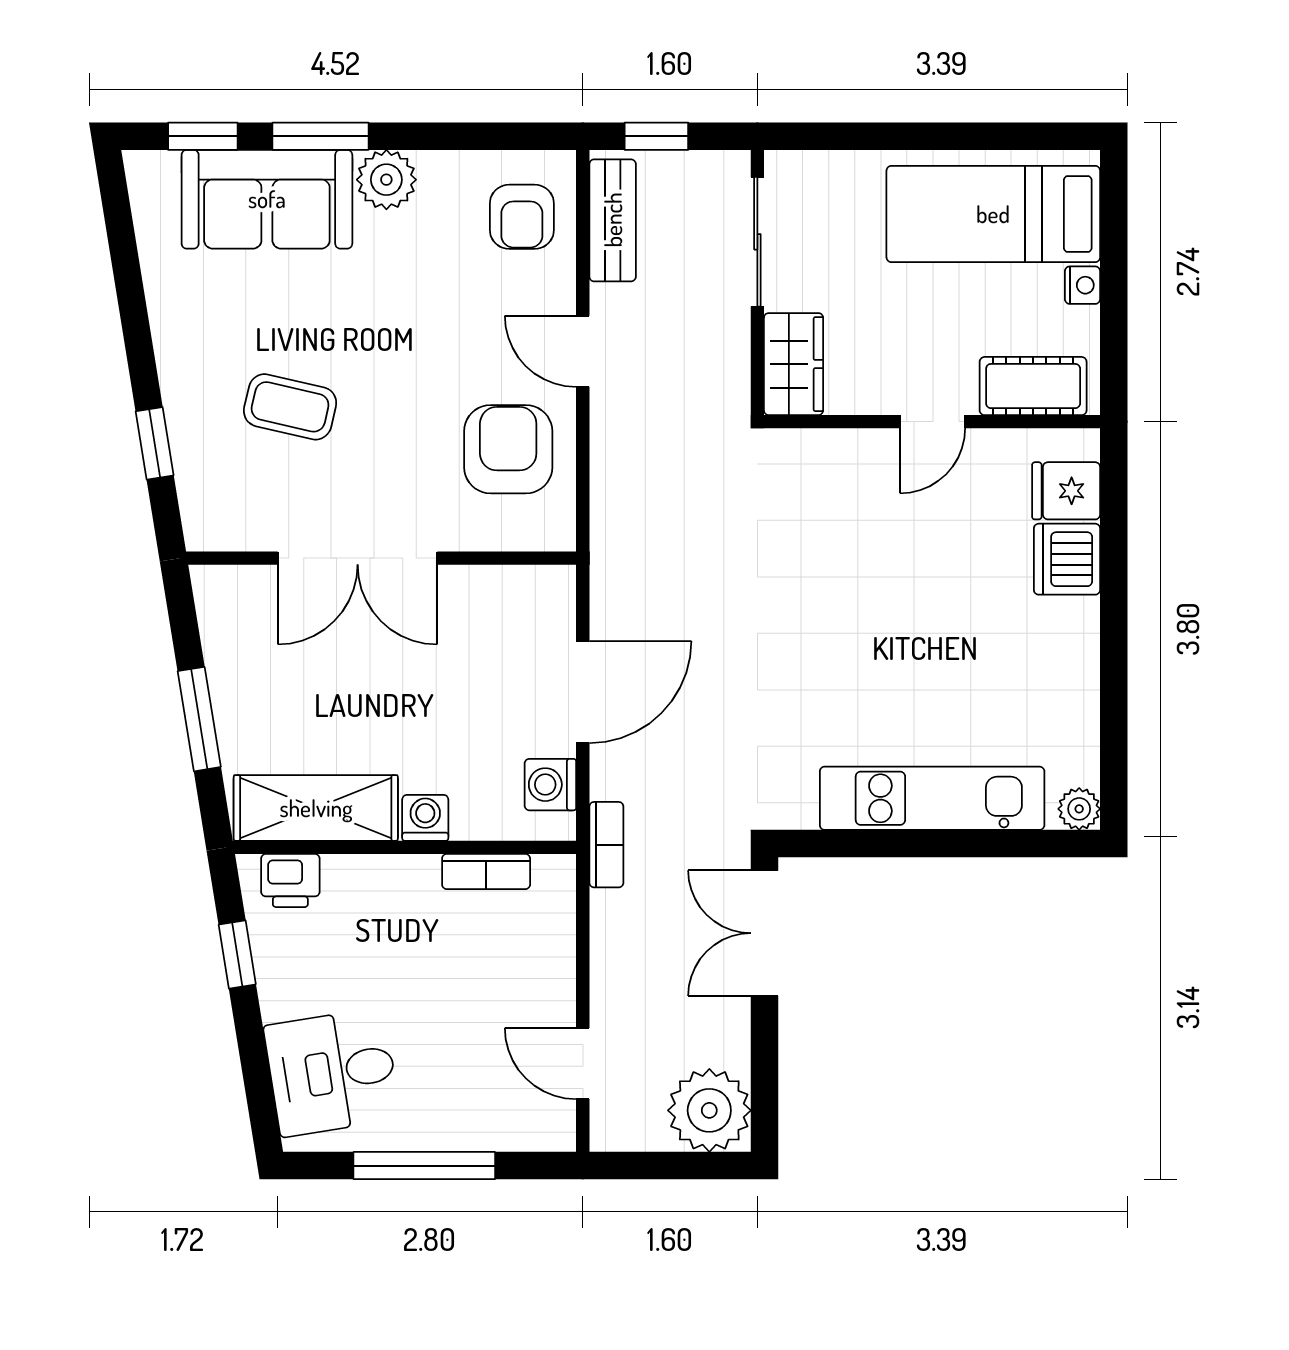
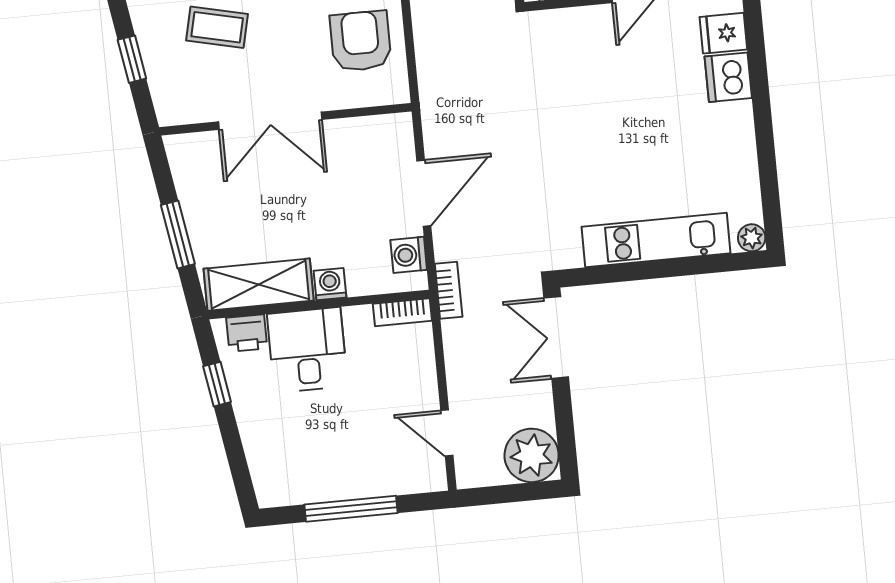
bookcase: (486, 872) -> (402, 312), moved
desk: (332, 1072) -> (307, 350), moved, turned 99

